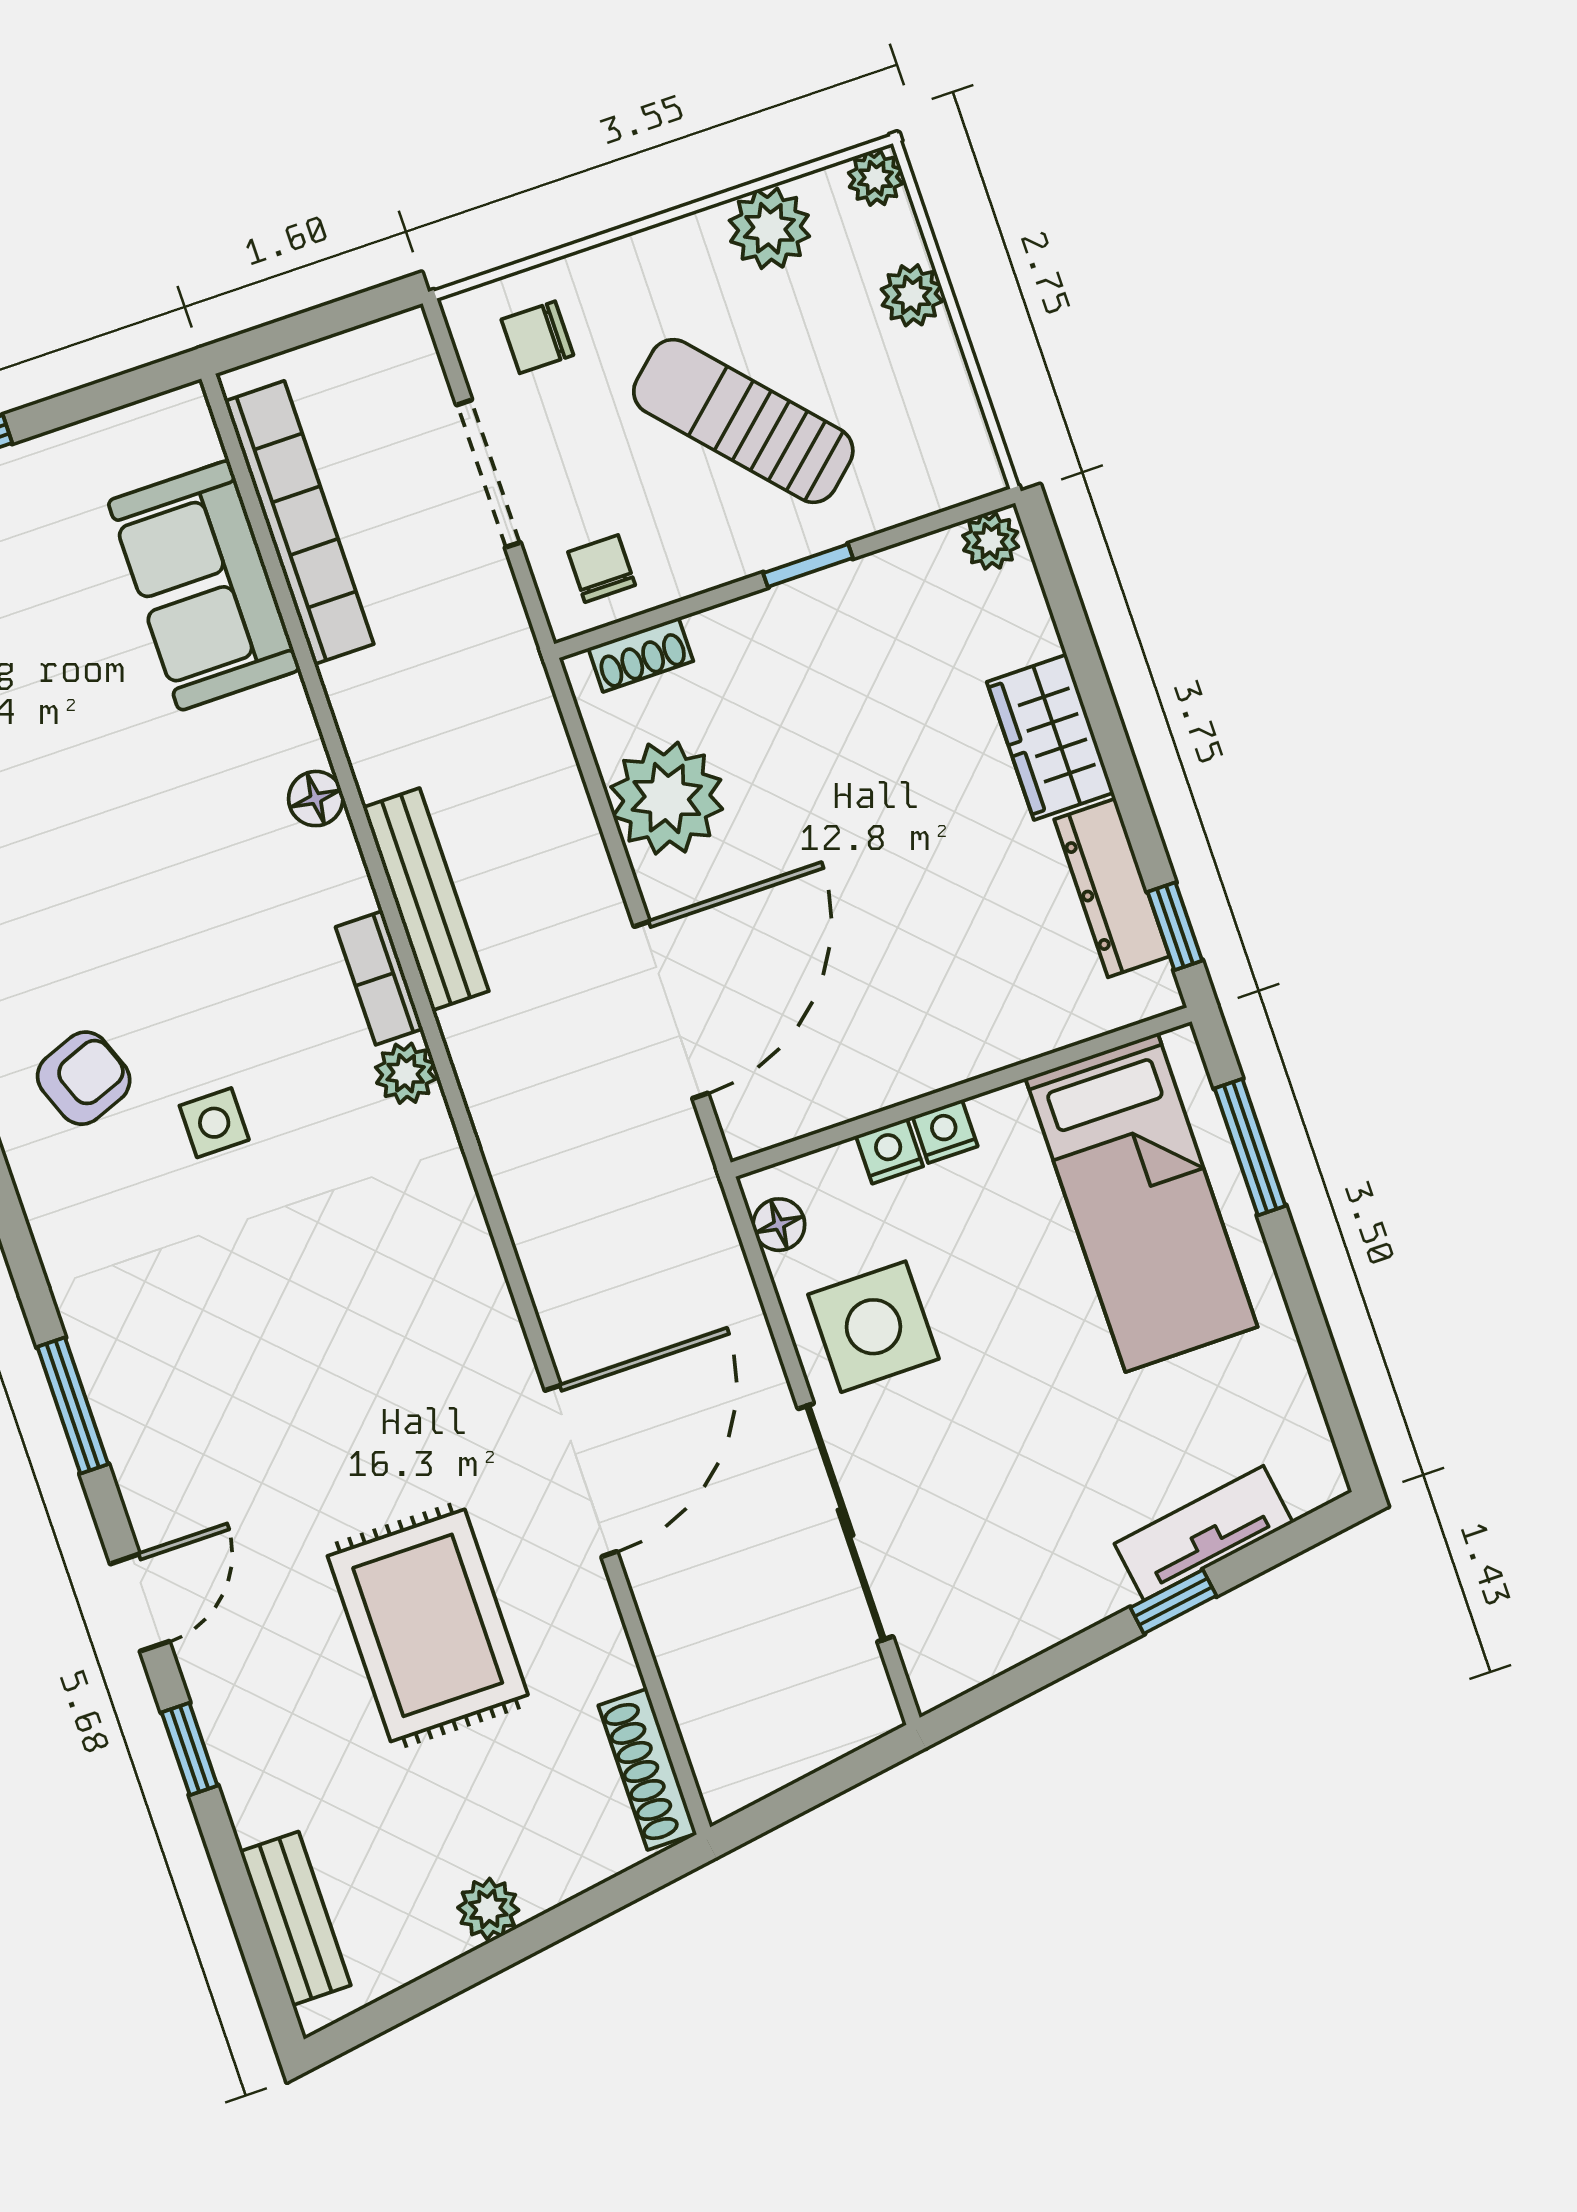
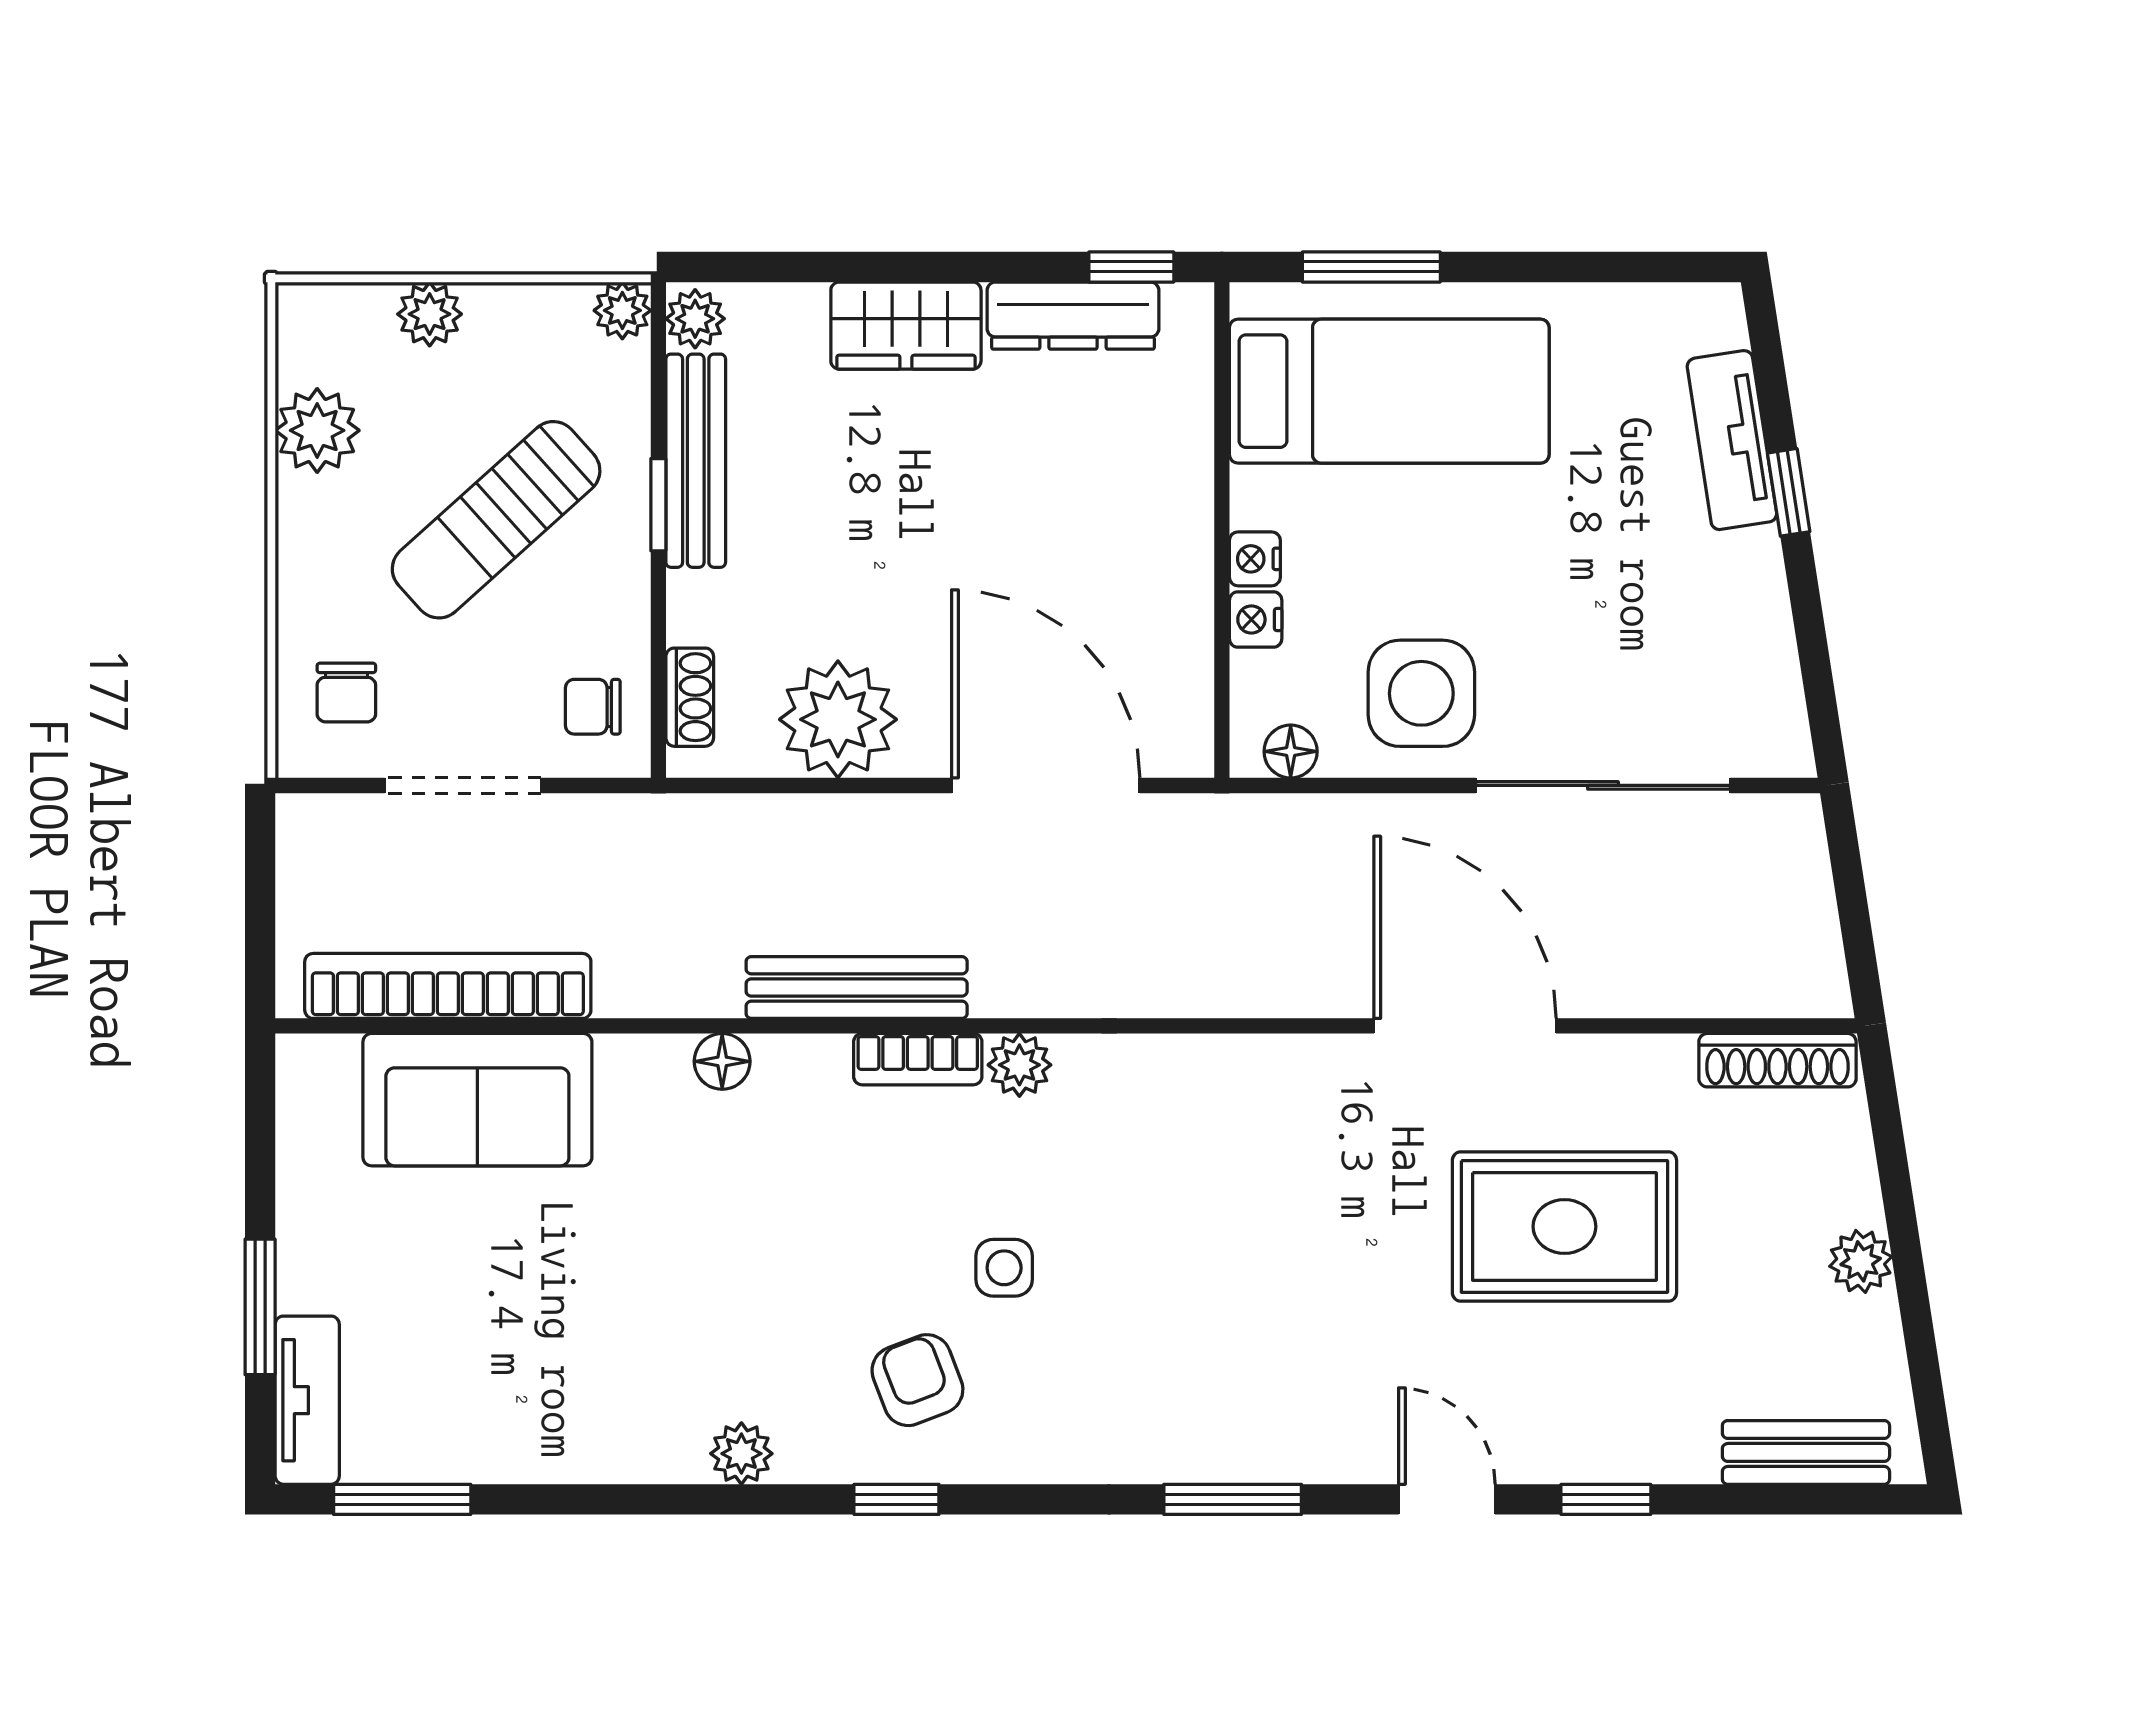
plant: (876, 178) -> (622, 310), moved
bench: (860, 586) -> (696, 461), added

